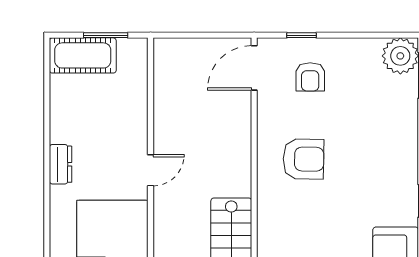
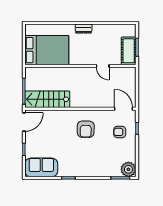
cot: (83, 55) -> (129, 51), moved
door: (151, 170) -> (103, 66), moved

